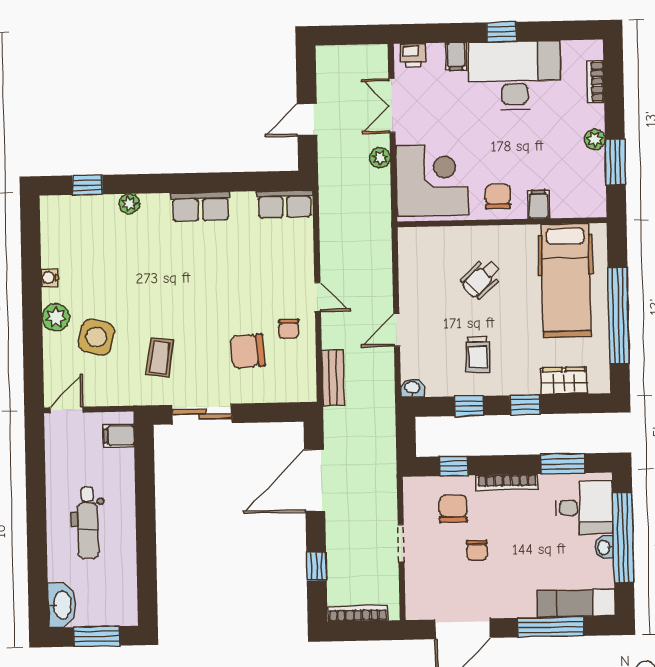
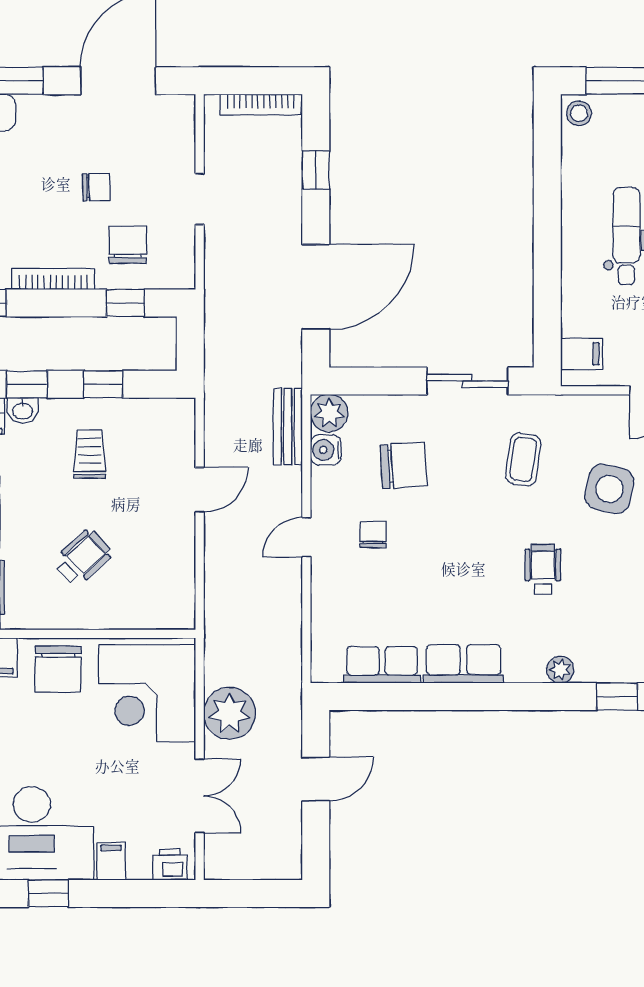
plant: (380, 158) -> (230, 713), width x1.87, depth x1.87
chair: (498, 197) -> (58, 669), width x1.37, depth x1.37
row of seats: (285, 204) -> (382, 665), moved
wheelchair: (144, 277) -> (543, 569), added
door: (318, 297) -> (306, 537), hinge flipped
chair: (289, 329) -> (373, 535), moved
water cooler: (305, 361) -> (326, 450), added
plant: (303, 388) -> (329, 413), added
washbasin: (412, 388) -> (23, 410), moved
chair: (453, 509) -> (128, 245), turned 180
chair: (477, 550) -> (96, 187), turned 89
stool: (124, 612) -> (579, 113), added

